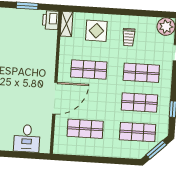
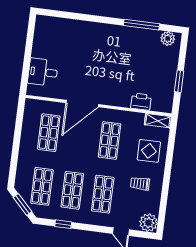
printer: (51, 20) -> (141, 102), moved
door: (55, 98) -> (82, 104), hinge flipped

